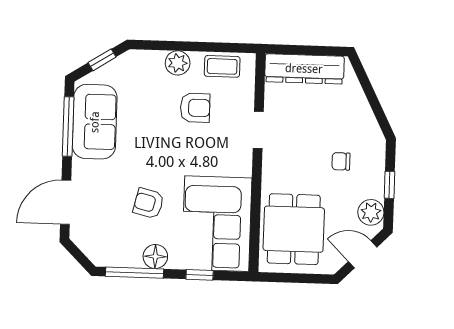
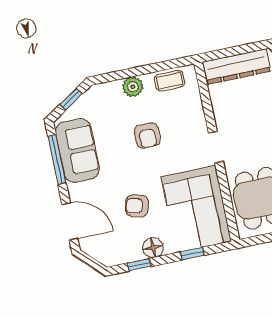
armchair: (195, 108) -> (147, 136), moved, turned 90
doorway: (258, 130) -> (216, 147), moved
door: (66, 202) -> (70, 221), swing flipped
window: (134, 273) -> (139, 265), width x0.46

